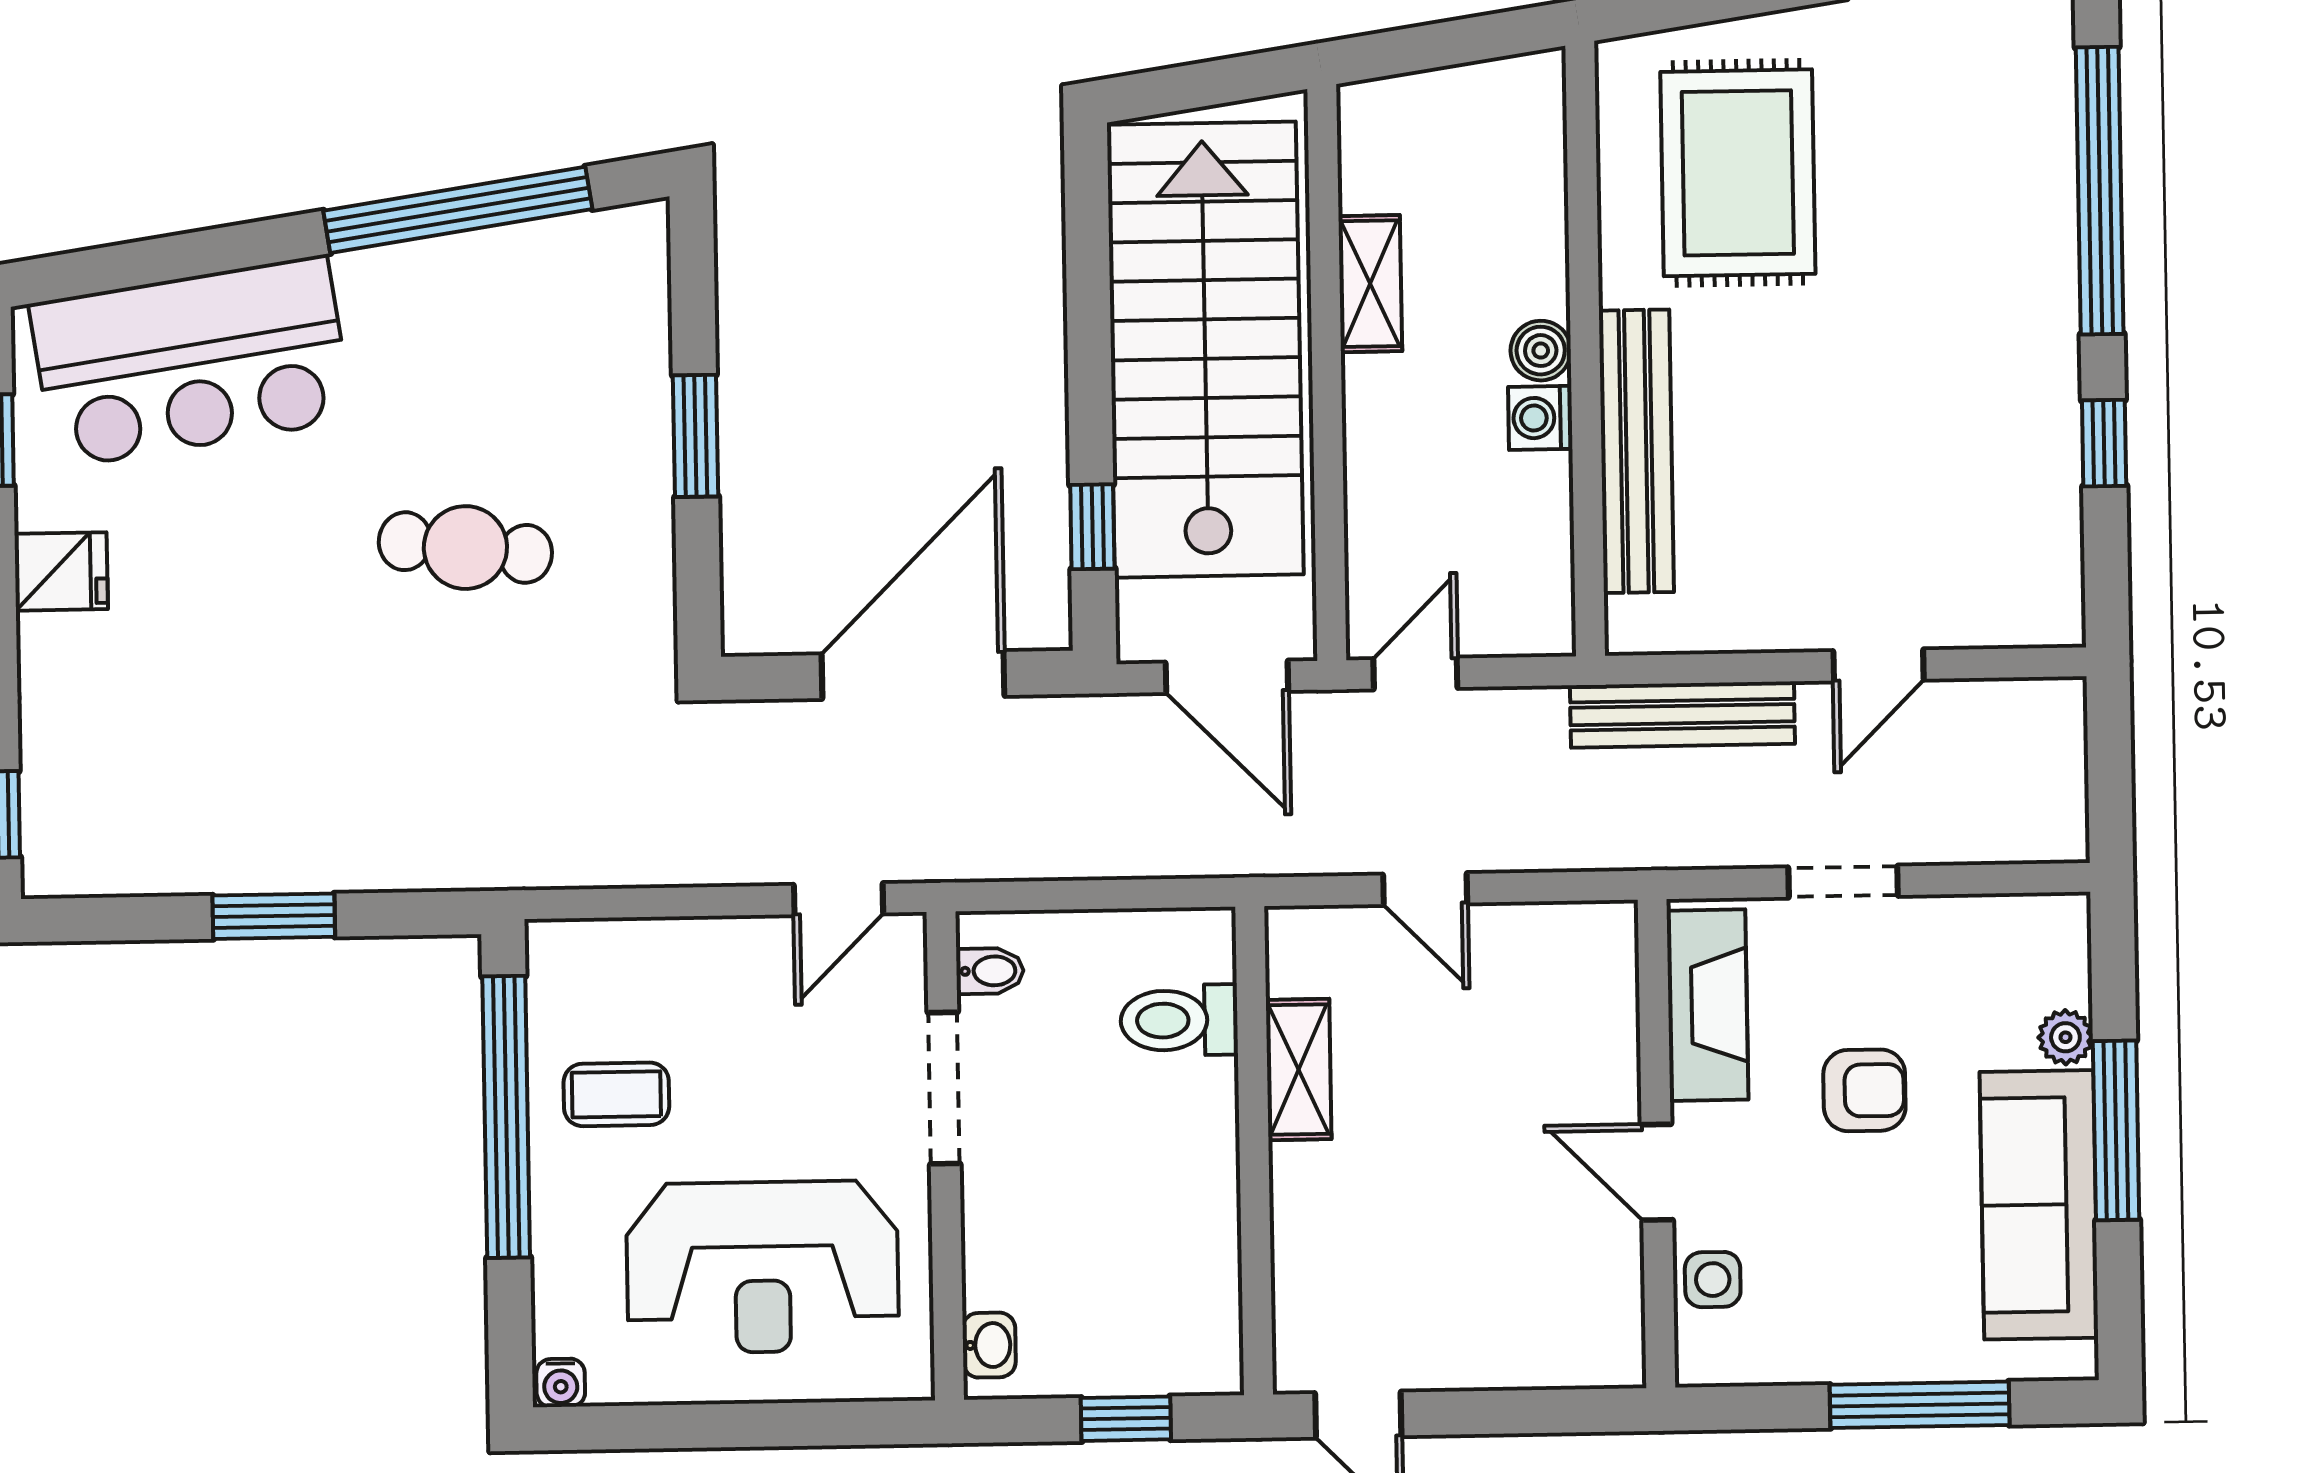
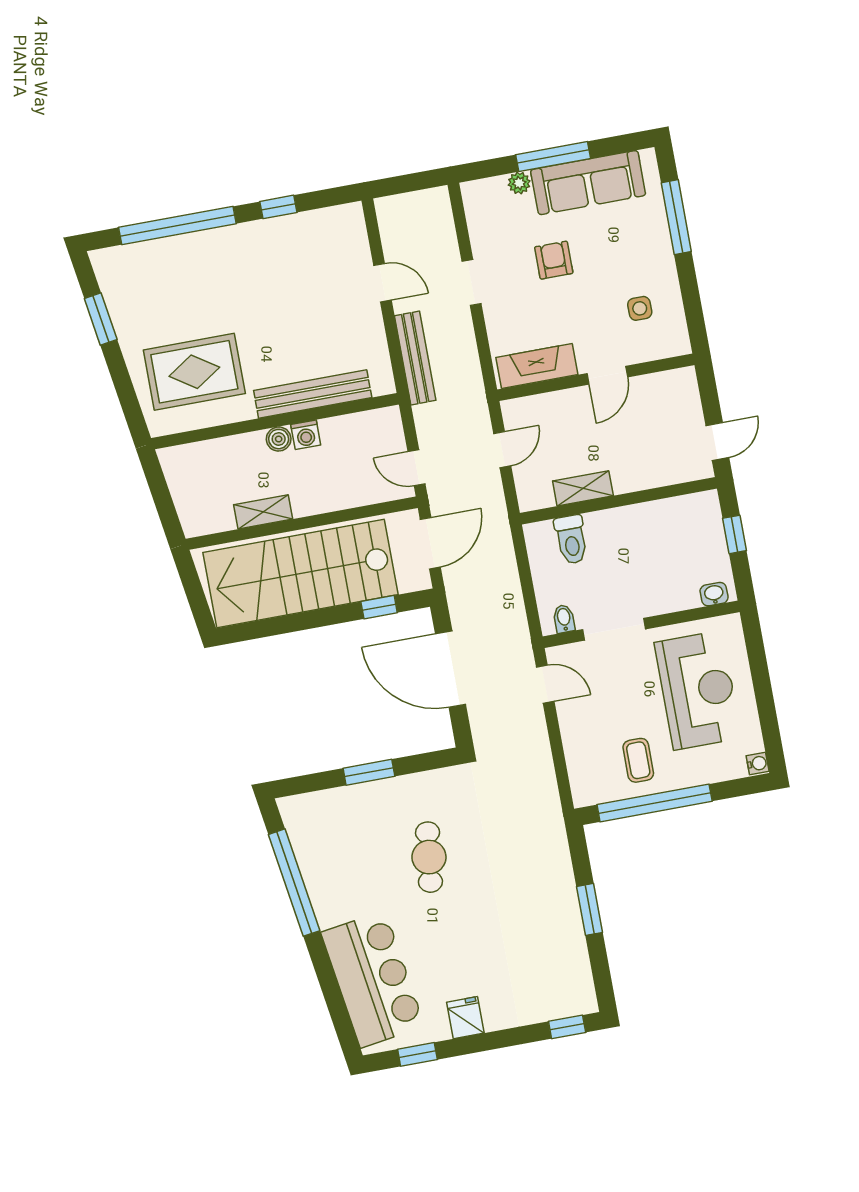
fireplace: (1708, 1005) -> (537, 366), moved
wall: (1656, 1144) -> (596, 377), moved
door: (1657, 1172) -> (607, 375), moved

